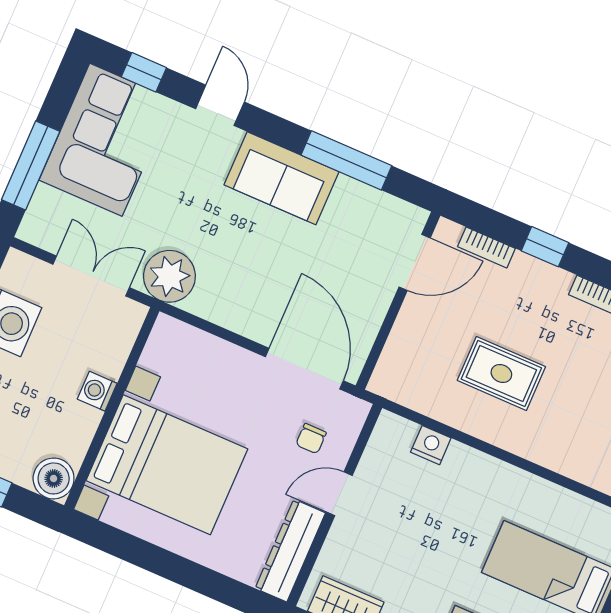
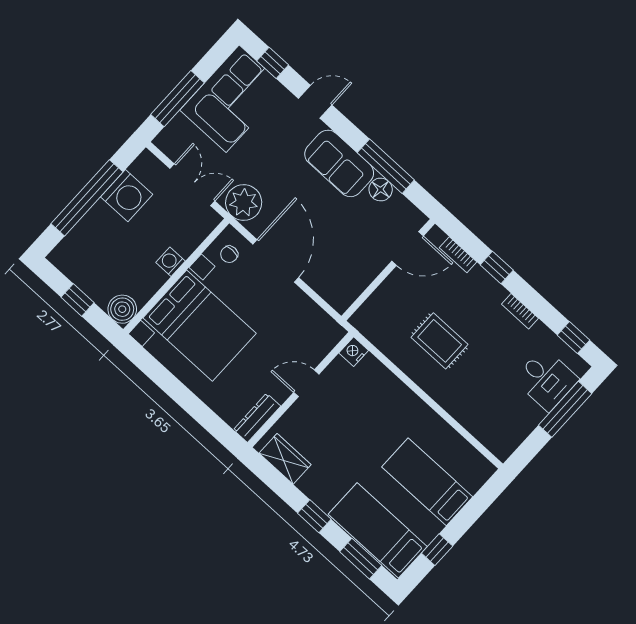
door: (220, 105) -> (315, 102), hinge flipped
floor lamp: (350, 195) -> (381, 190), added
door: (304, 369) -> (276, 261), moved
chair: (311, 439) -> (229, 254), moved
nightstand: (431, 445) -> (354, 352), moved, turned -90
dresser: (290, 551) -> (257, 418), width x0.73, depth x0.80

